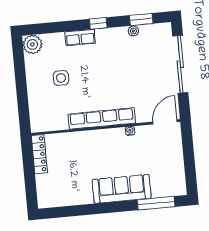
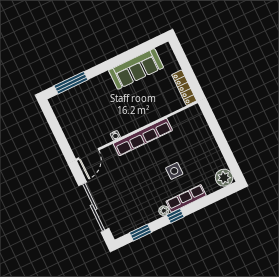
plant: (133, 31) -> (164, 211), moved
row of seats: (80, 37) -> (186, 198), width x1.48
side table: (61, 78) -> (174, 171), moved
sofa: (122, 189) -> (136, 69), moved

